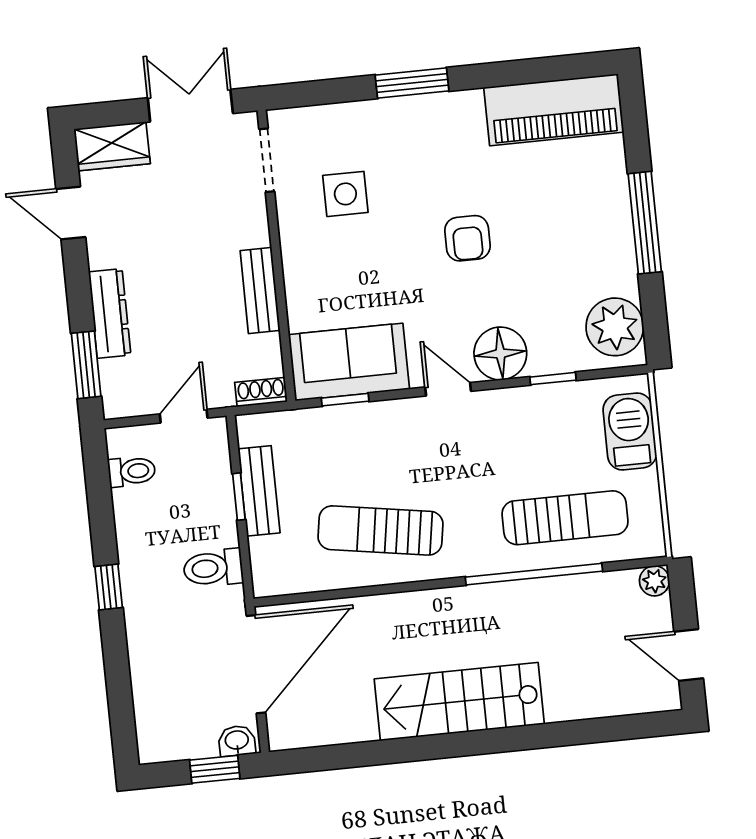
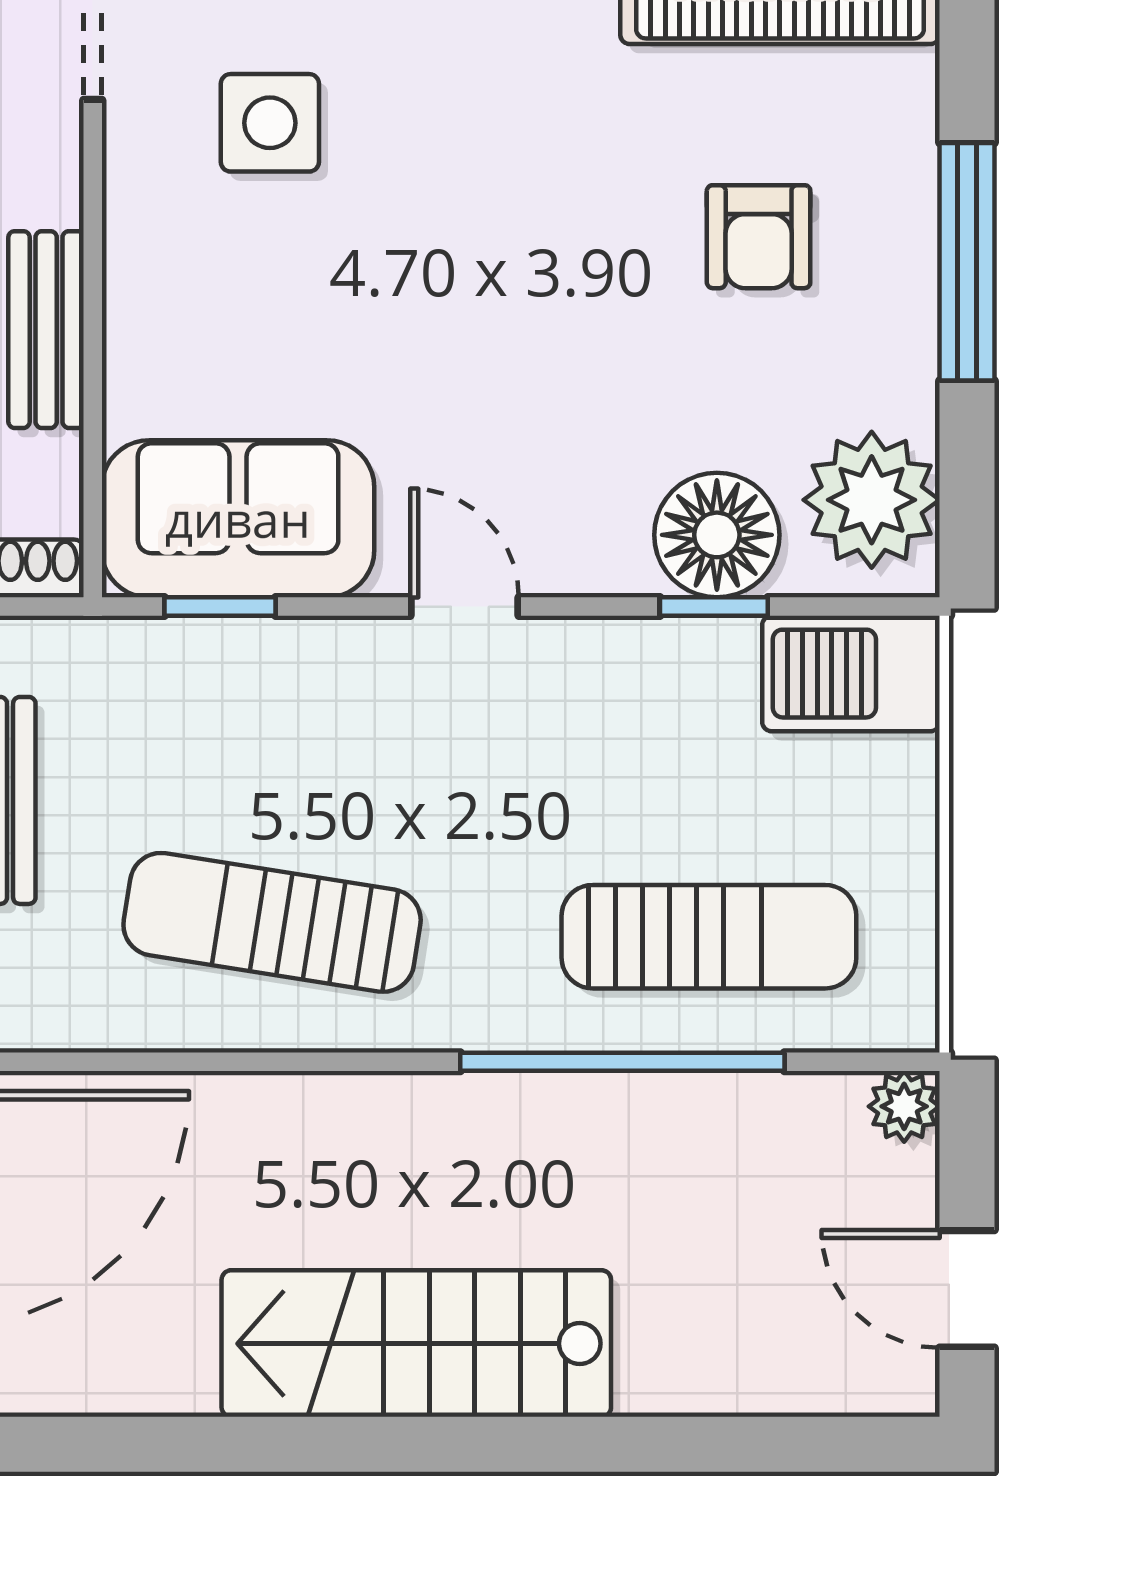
armchair: (467, 238) -> (759, 237), moved
floor lamp: (500, 353) -> (717, 535), moved
barbecue: (630, 431) -> (851, 674), moved, turned -90

